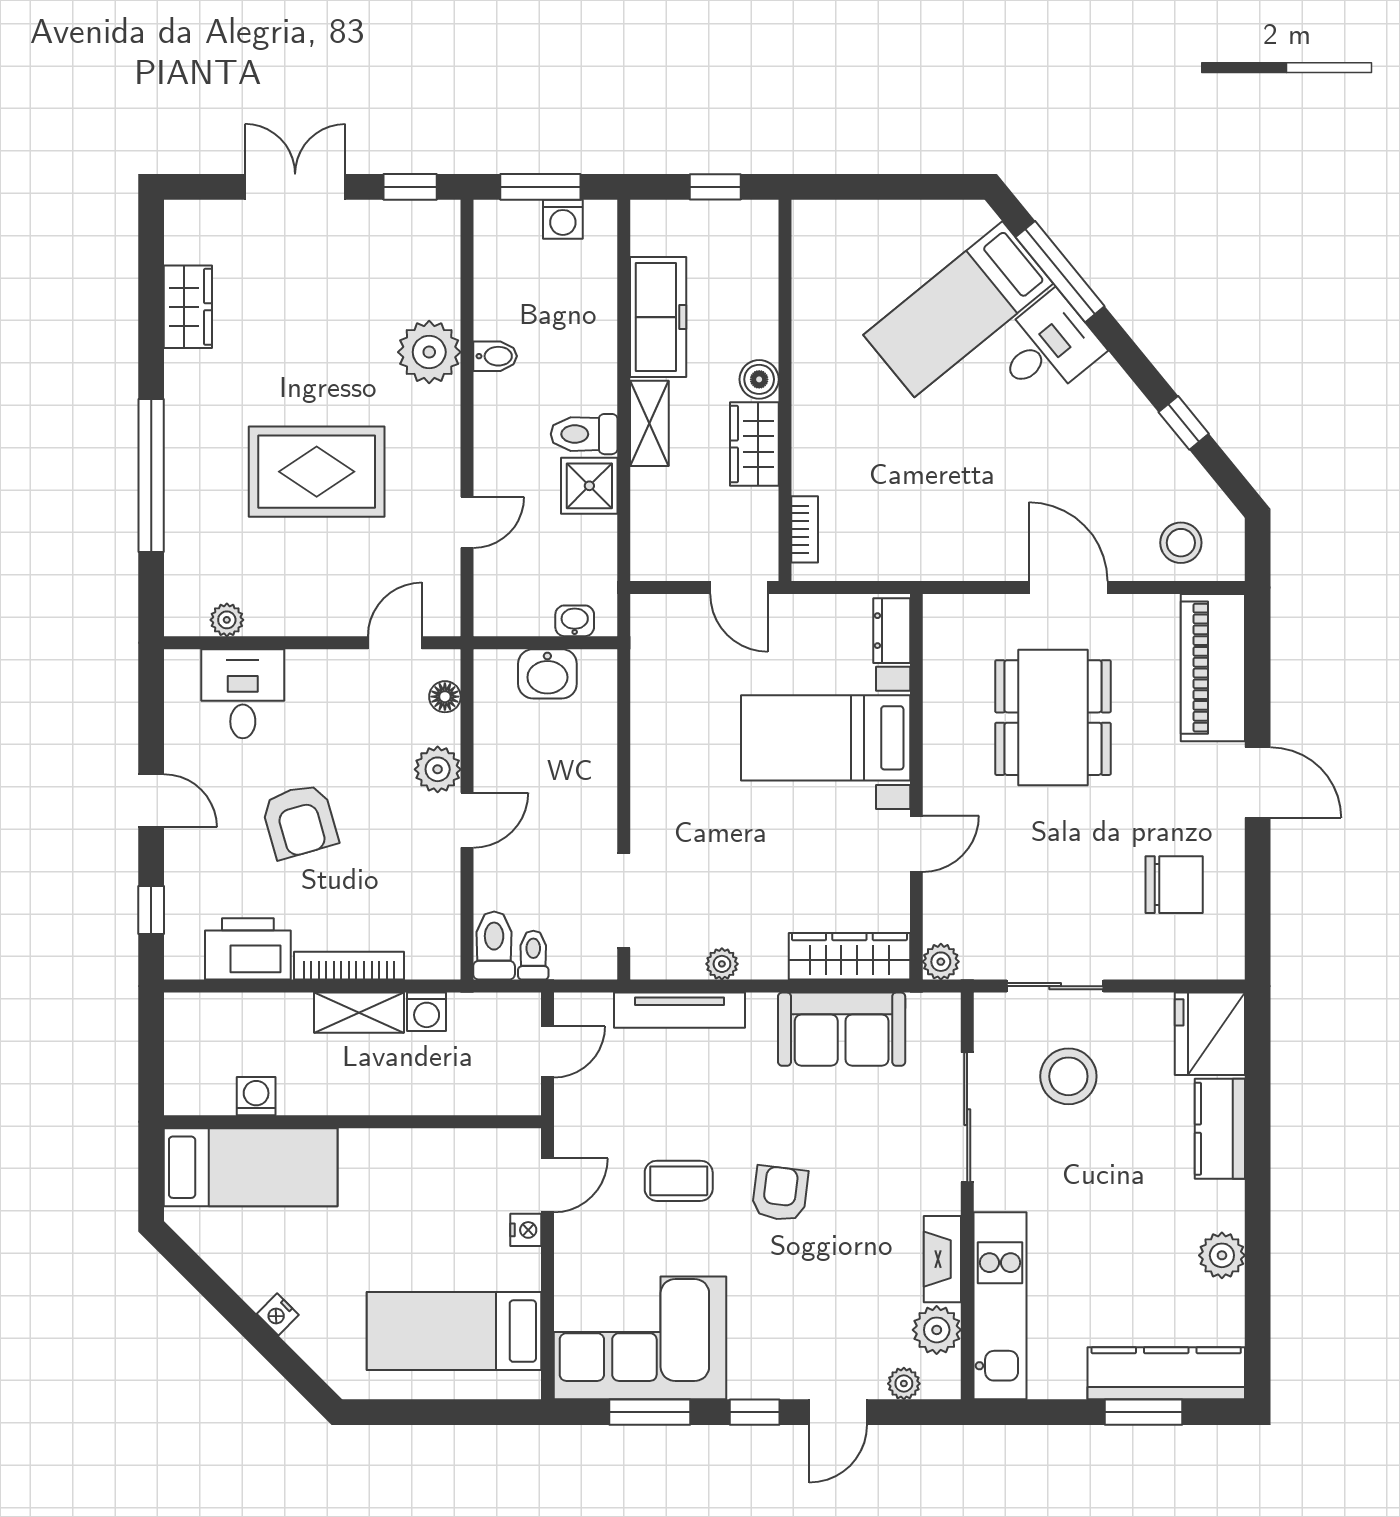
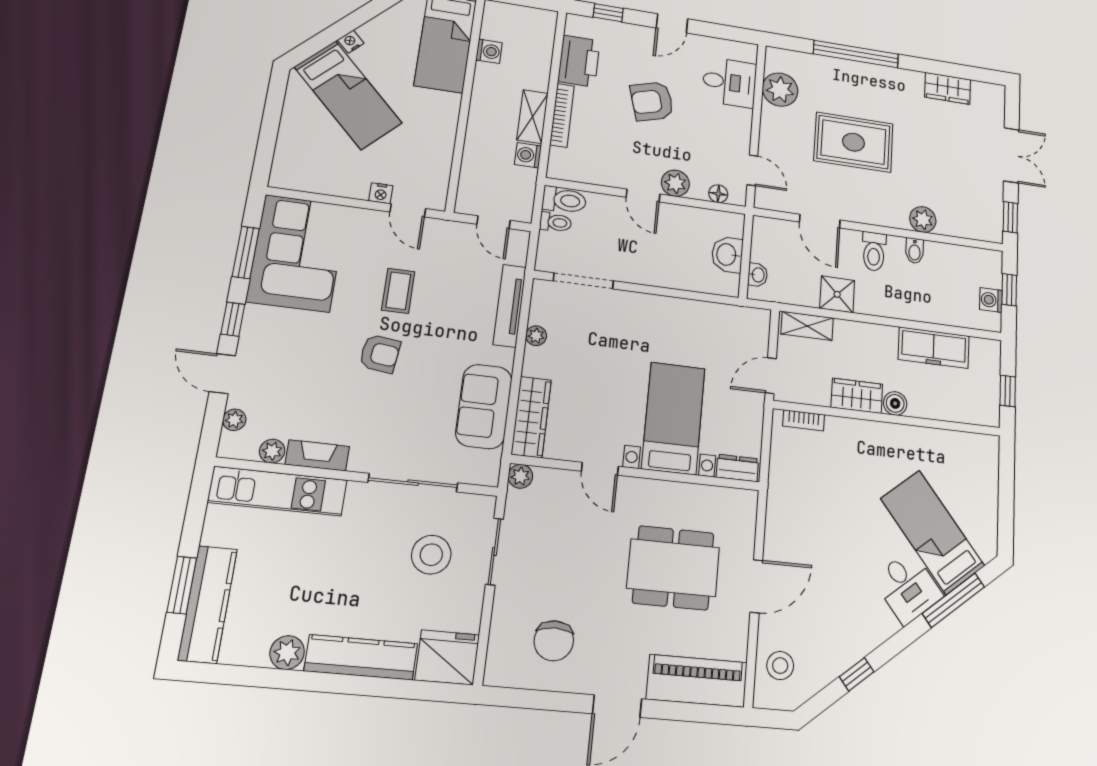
window: (540, 187) -> (1009, 290), width x0.67
plant: (429, 352) -> (923, 219), width x0.73, depth x0.73
shelving: (649, 423) -> (807, 326), moved
toilet: (584, 434) -> (874, 251), moved, turned 180
rug: (317, 472) -> (854, 142), turned 90
door: (467, 522) -> (820, 221), width x1.38
plant: (227, 620) -> (780, 90), width x1.87, depth x1.87
kitchen counter: (1220, 1129) -> (361, 657), width x1.50
plant: (937, 1330) -> (272, 451), width x0.73, depth x0.73
bed: (454, 1331) -> (348, 95), moved, turned 135

